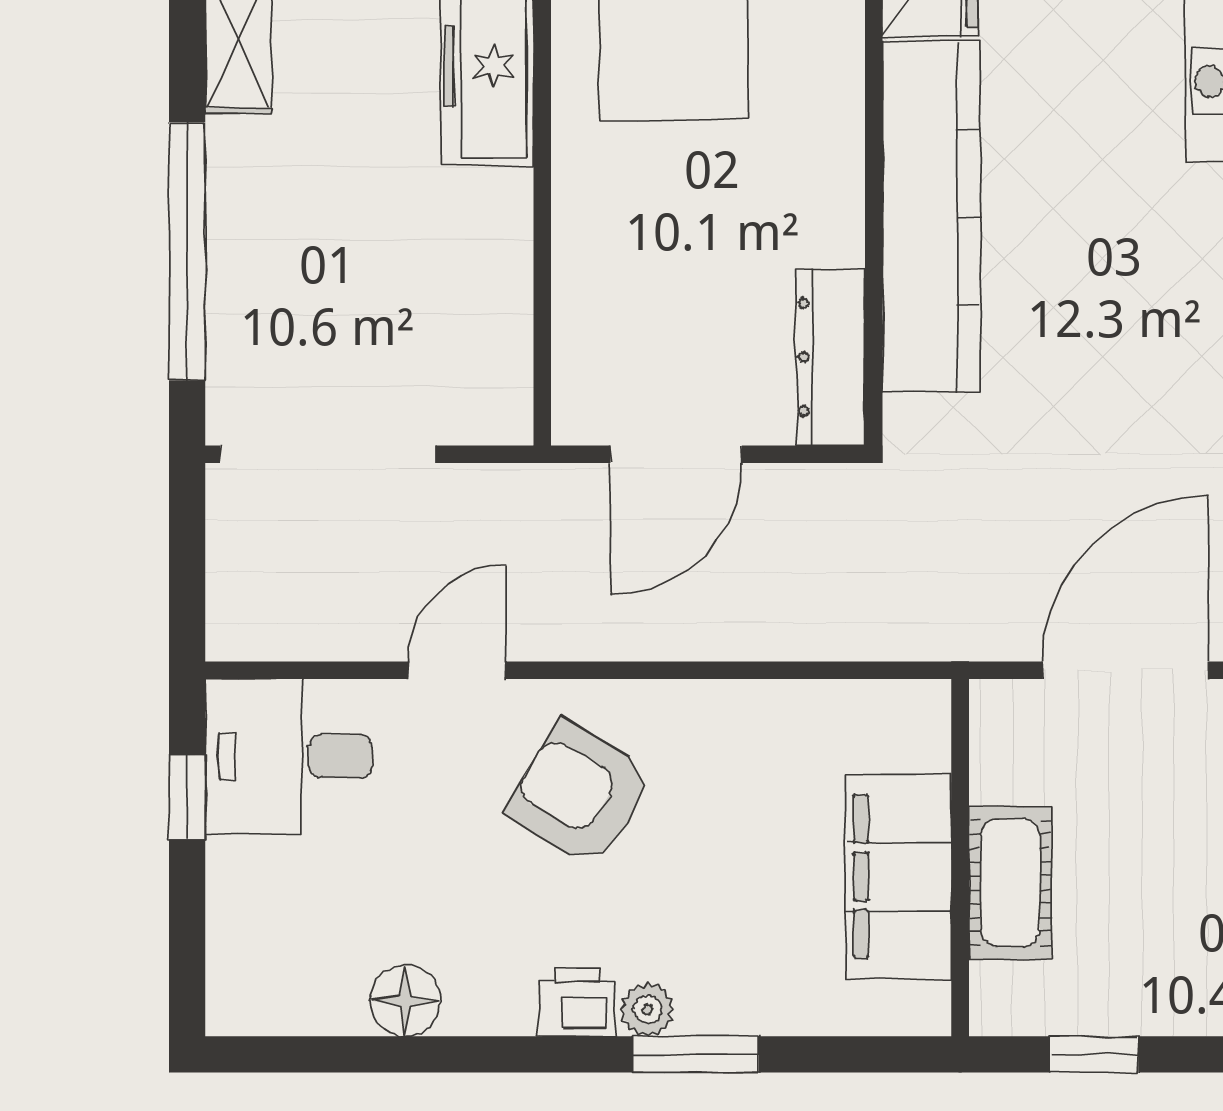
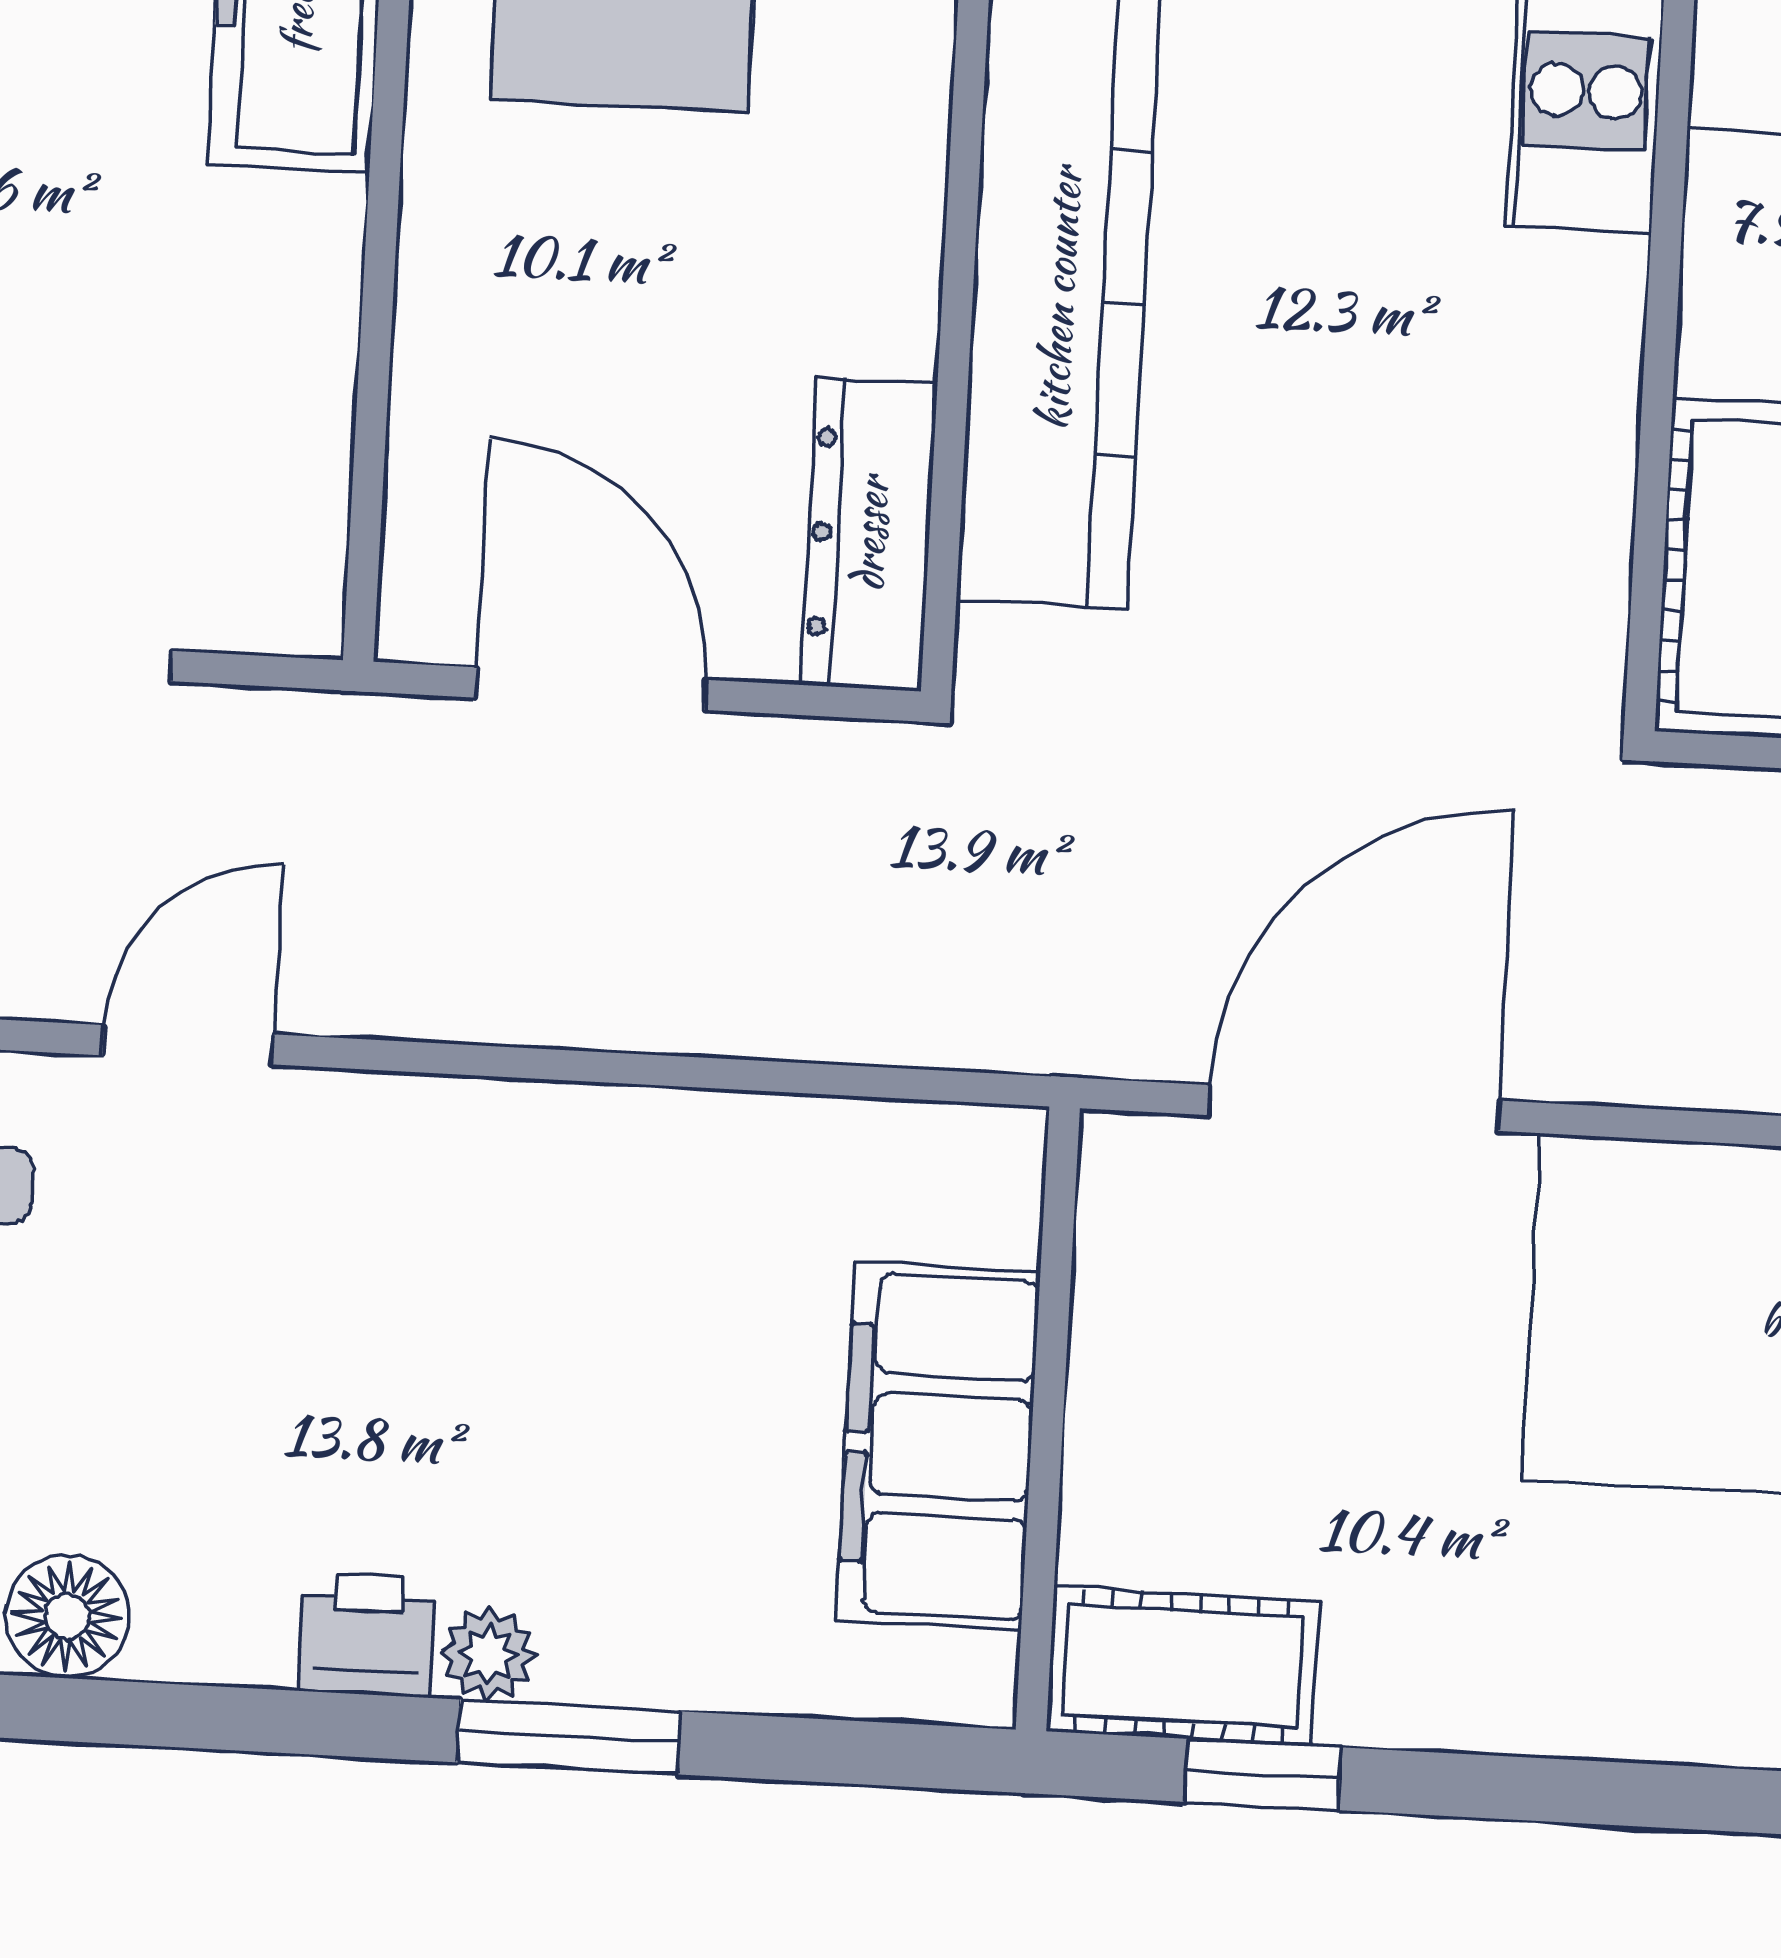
door: (676, 454) -> (591, 689), swing flipped
armchair: (580, 794) -> (392, 1272), removed
cot: (1010, 883) -> (1183, 1666), moved, turned 90

